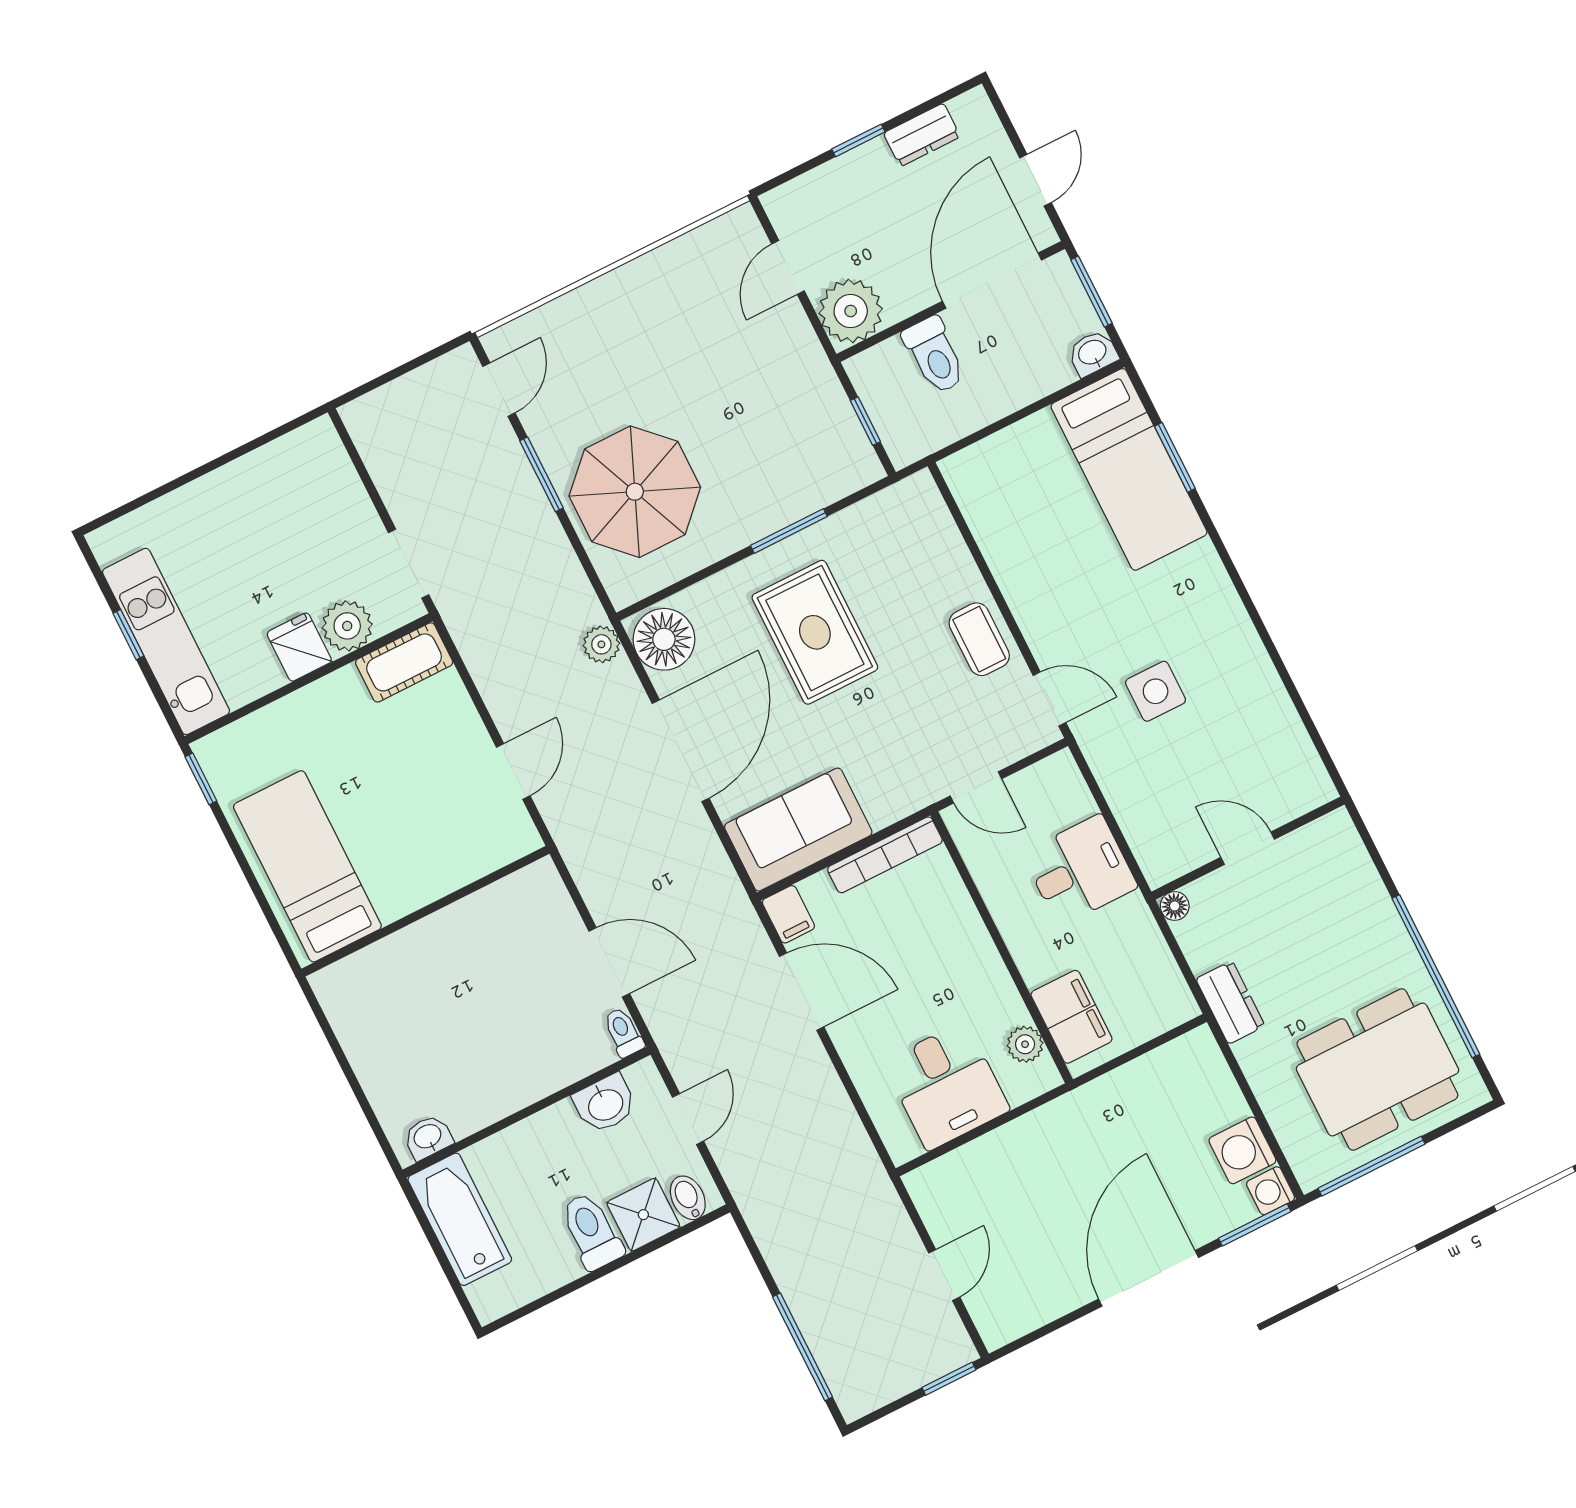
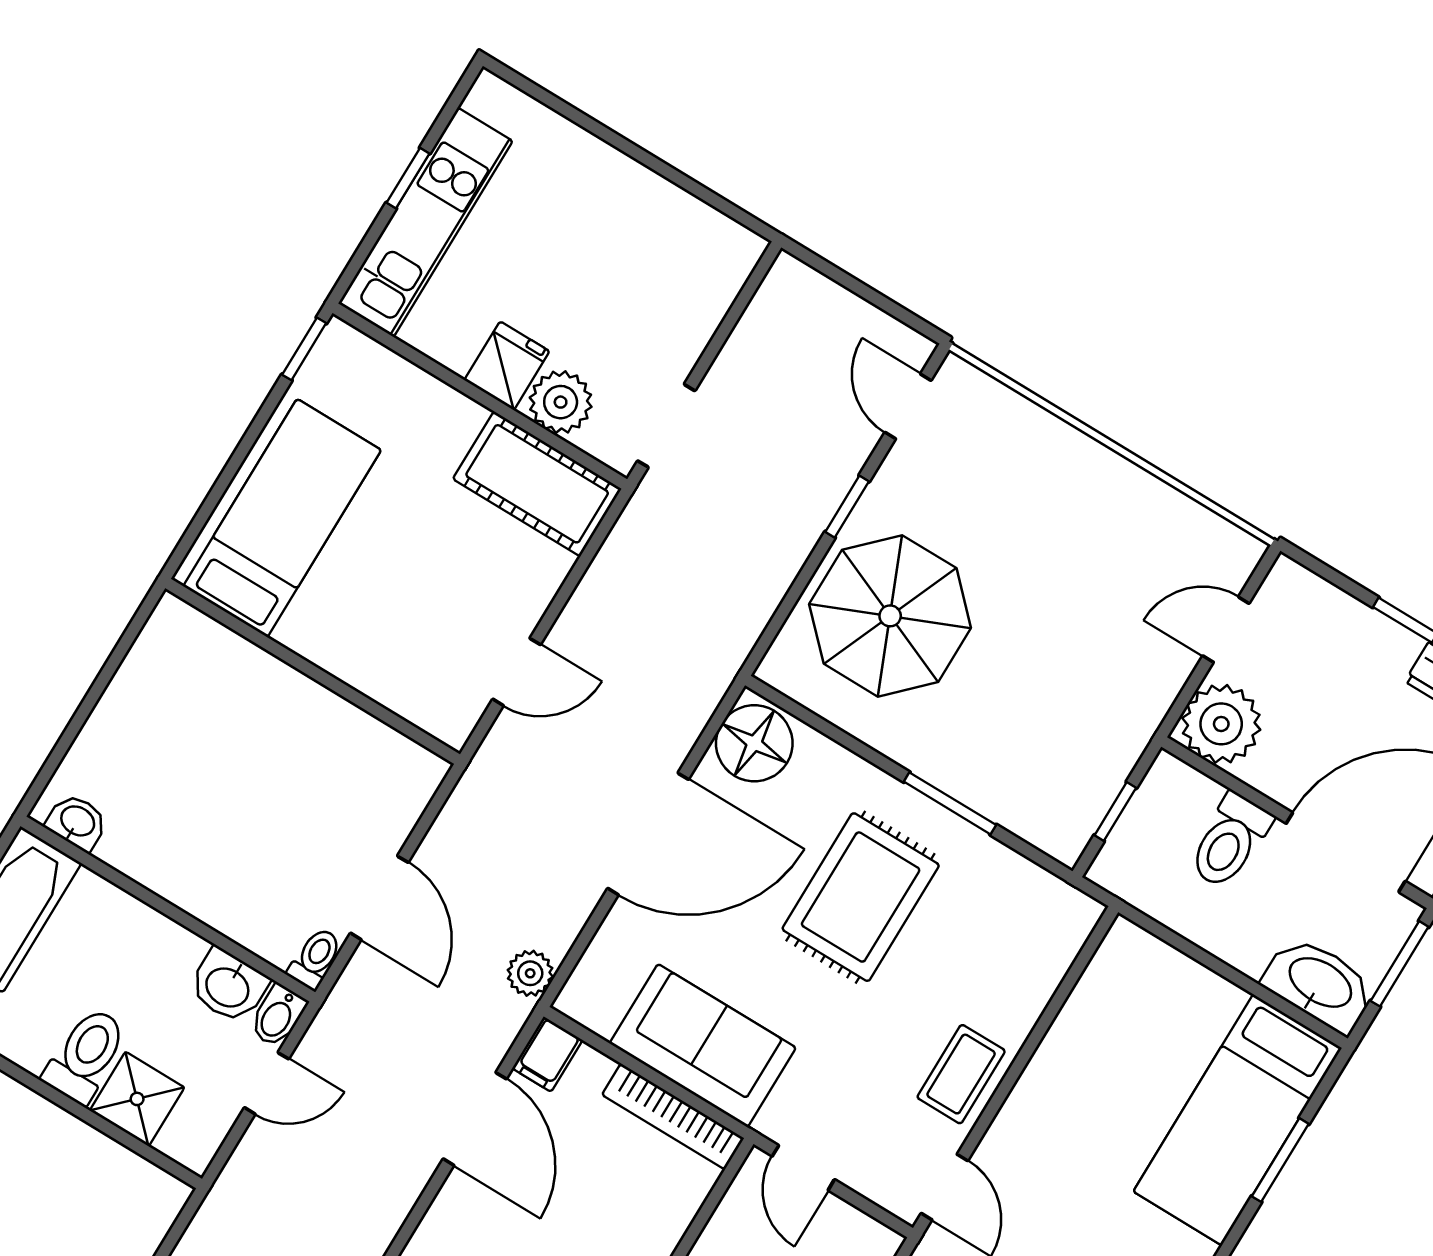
washbasin: (1093, 353) -> (1319, 984), width x1.91, depth x1.45
door: (499, 390) -> (908, 406), swing flipped
window: (542, 474) -> (847, 507), width x0.67
plant: (601, 644) -> (530, 973), moved
cot: (404, 662) -> (537, 484), width x1.37, depth x1.34
sofa: (798, 830) -> (703, 1045), moved
bidet: (688, 1198) -> (278, 1016), moved, turned 180

